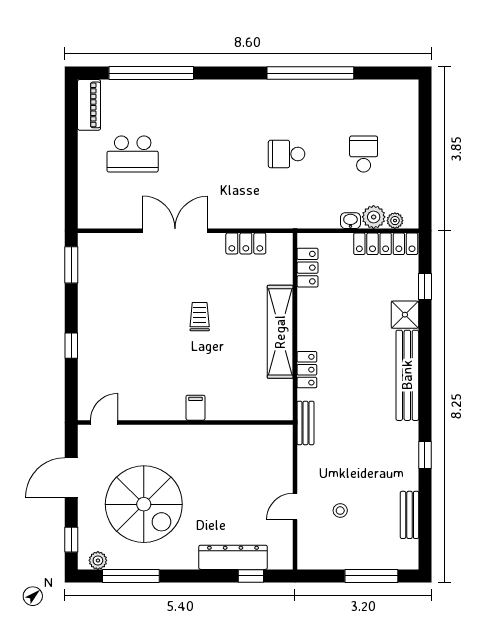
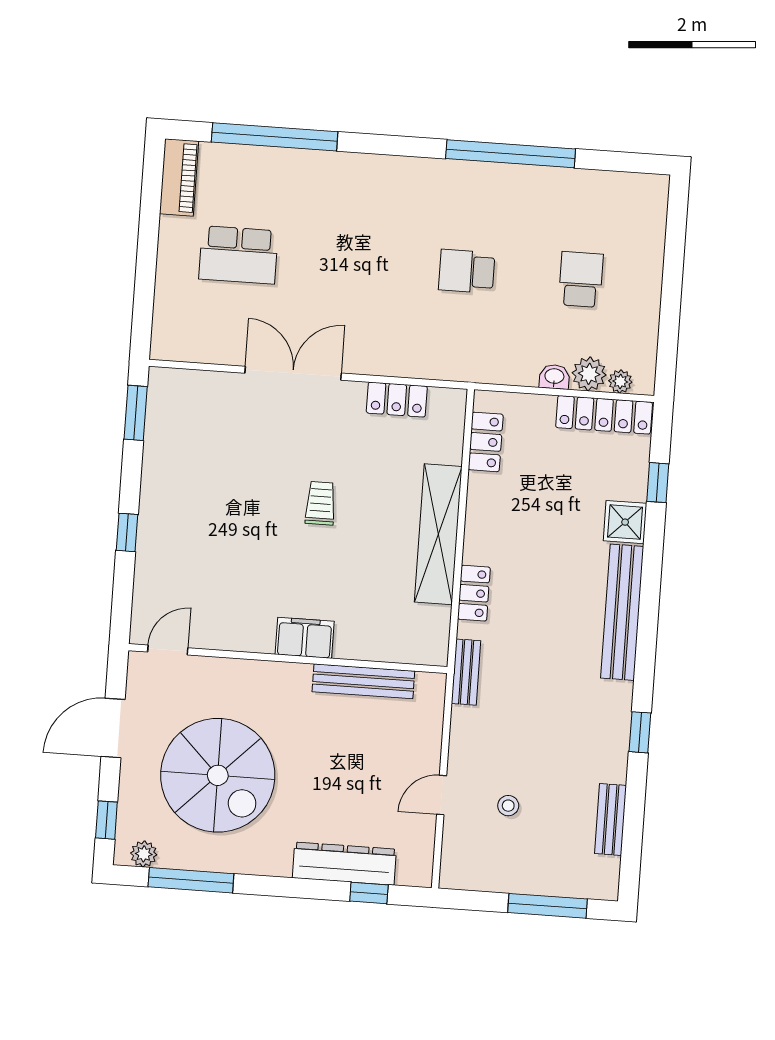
filing cabinet: (195, 408) -> (305, 638), width x2.00
bench: (237, 434) -> (363, 681), added

